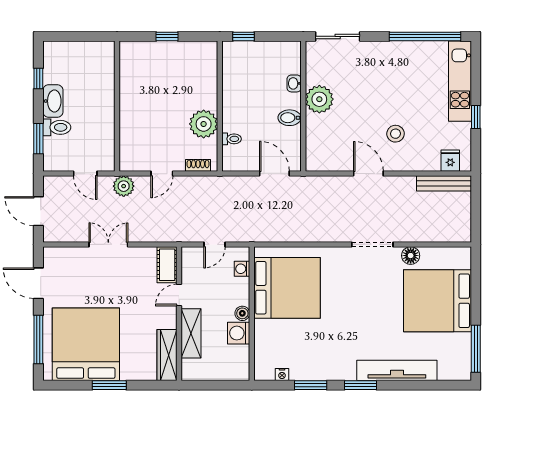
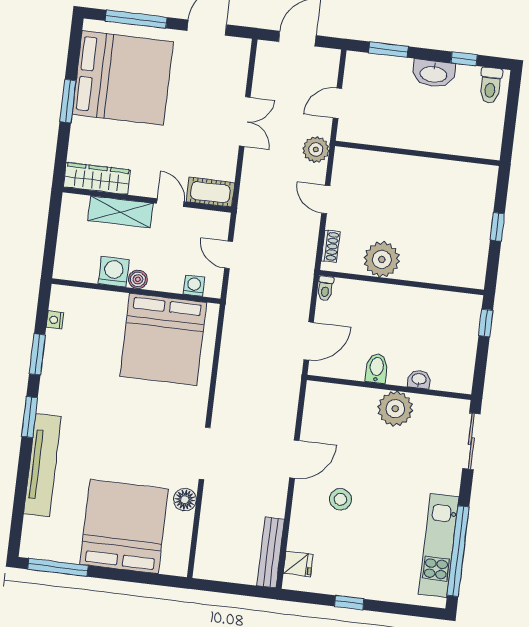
kitchen unit: (460, 81) -> (439, 546), moved, turned -90
toilet: (57, 127) -> (490, 85), moved
toilet: (232, 139) -> (325, 288), moved

